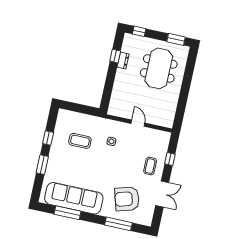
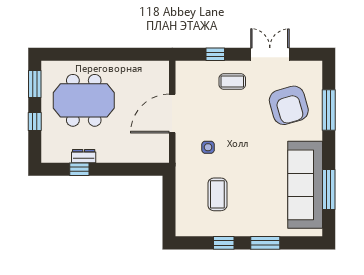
window: (139, 31) -> (35, 122), moved
door: (138, 123) -> (172, 114), width x1.88

